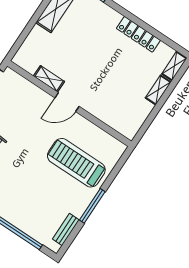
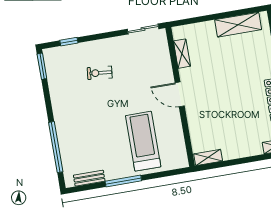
shelving: (49, 79) -> (182, 54), moved
shelving: (158, 90) -> (208, 157), moved

